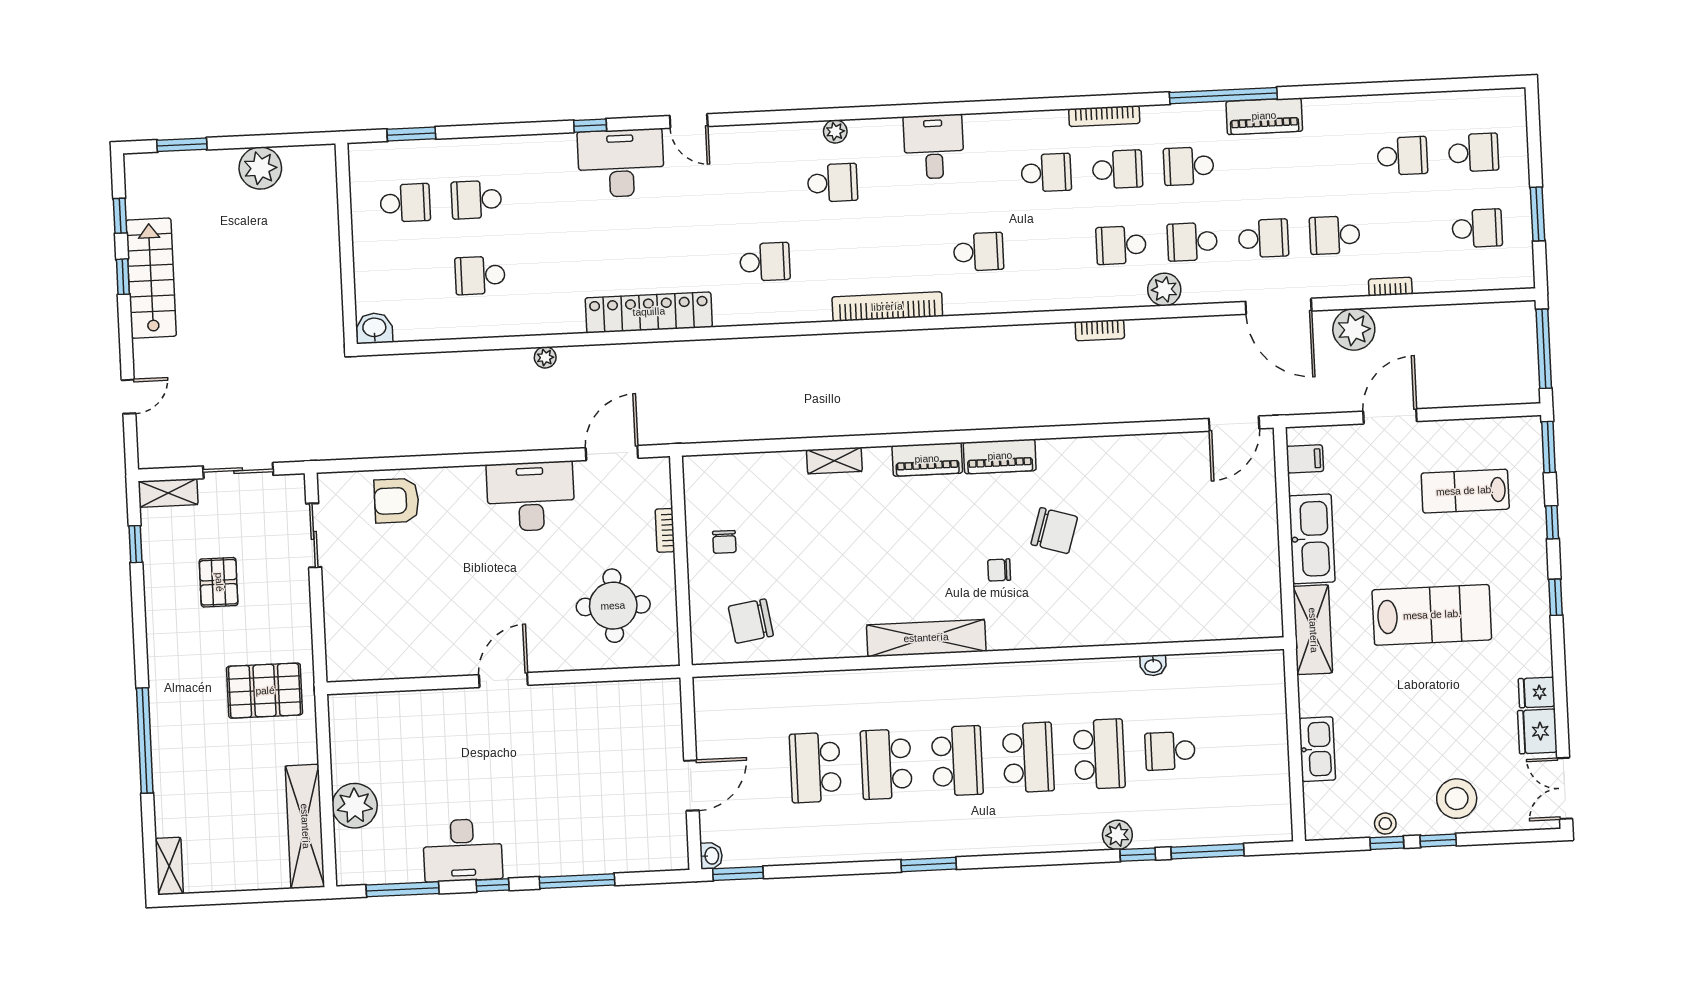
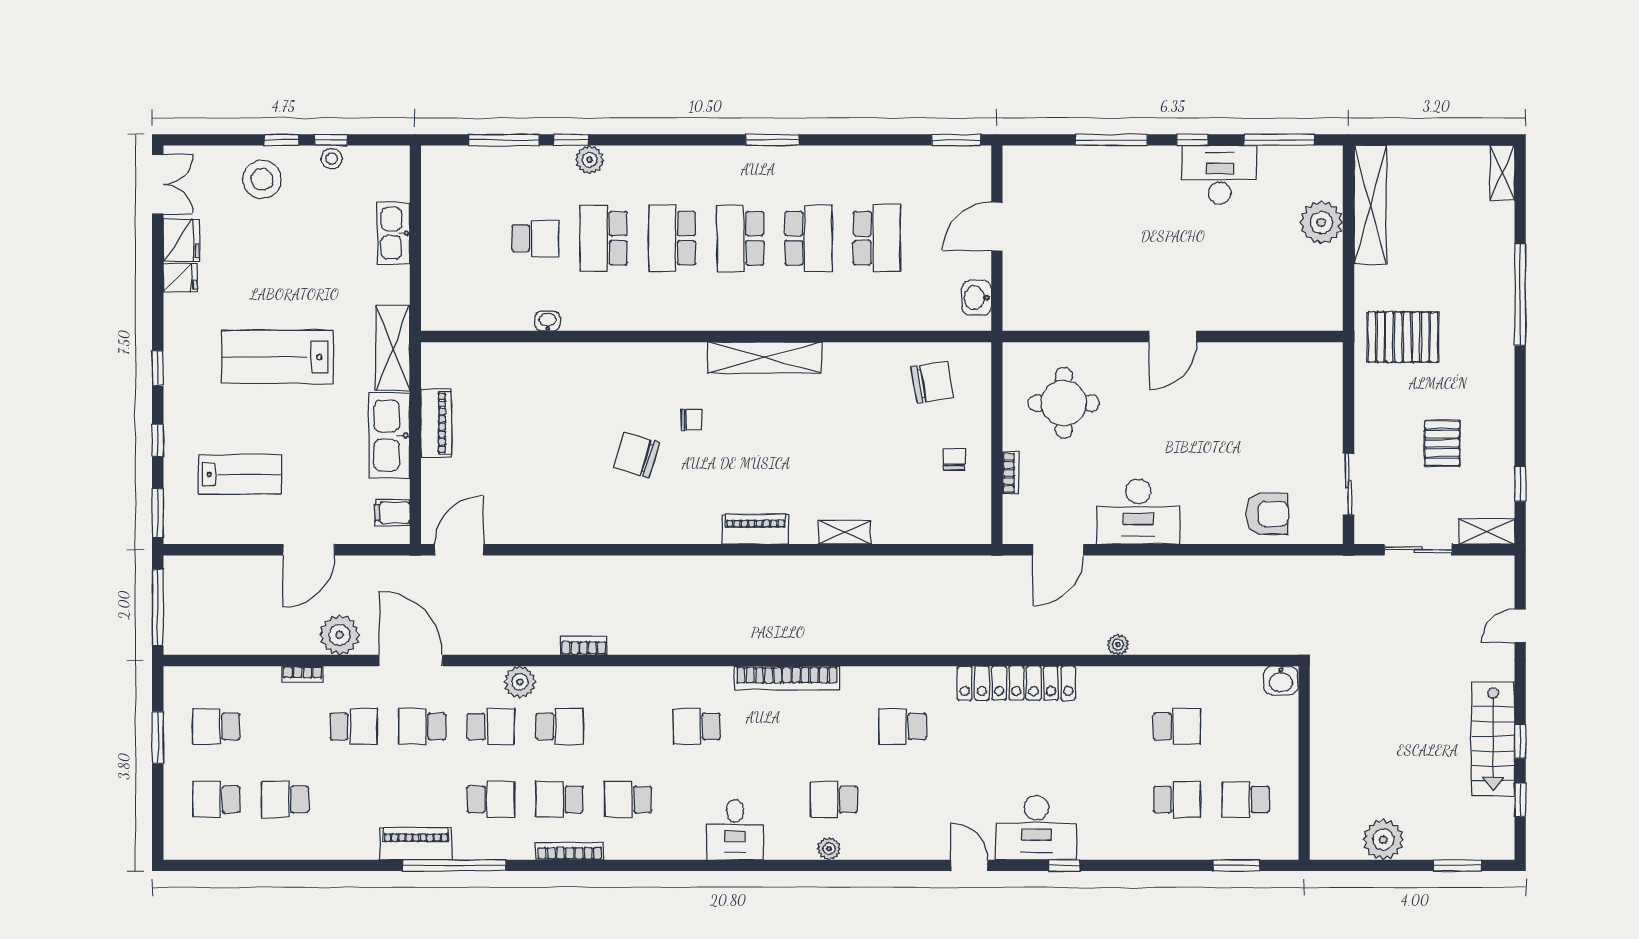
piano: (1000, 456) -> (436, 423), moved, turned 90
washbasin: (711, 856) -> (976, 298), moved, width x1.38, depth x1.45

